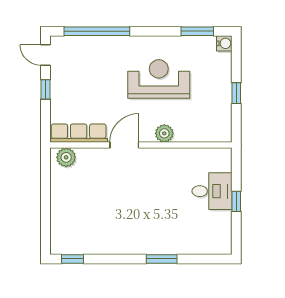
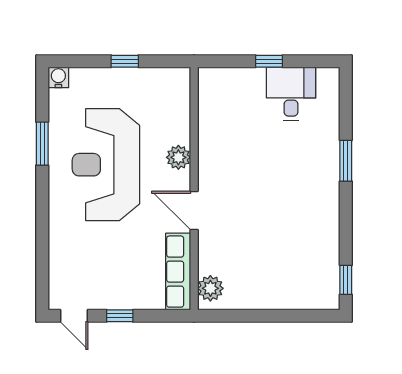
window: (97, 31) -> (42, 247), removed
window: (197, 31) -> (42, 144), moved
door: (45, 55) -> (74, 316), hinge flipped
reception desk: (159, 79) -> (106, 165), width x1.36, depth x1.30
desk: (212, 191) -> (291, 94), moved

